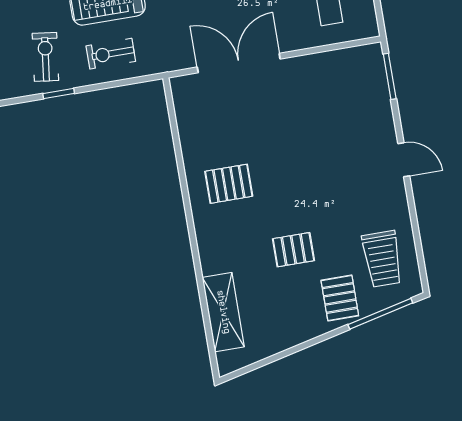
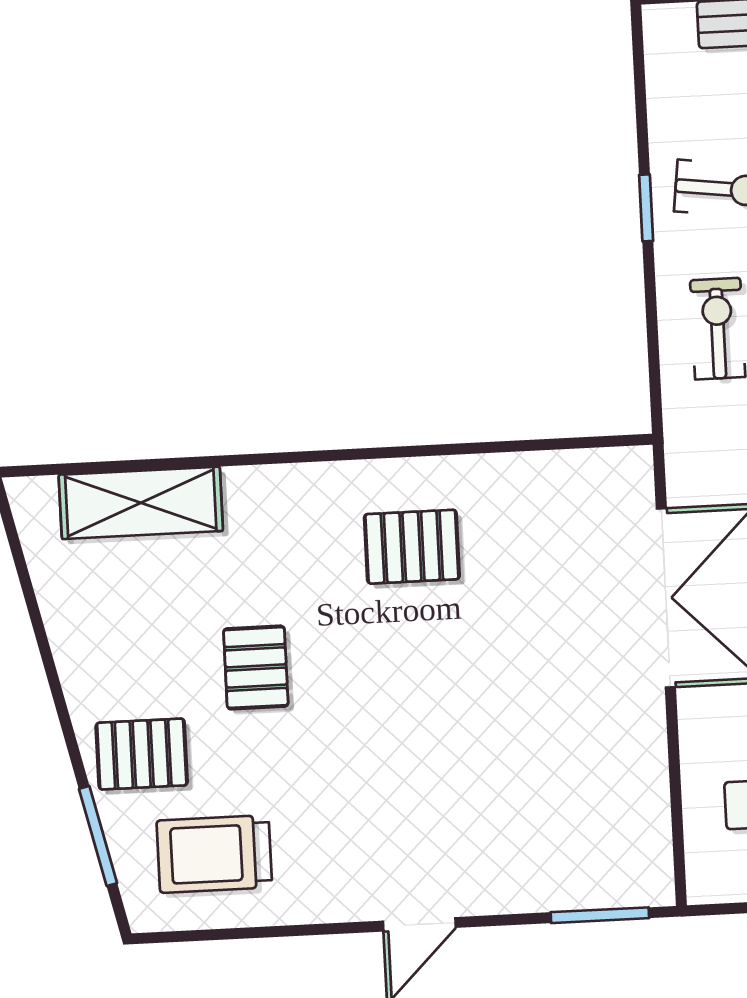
pallet: (229, 184) -> (412, 547), turned 90
window: (380, 314) -> (98, 836), width x0.69

